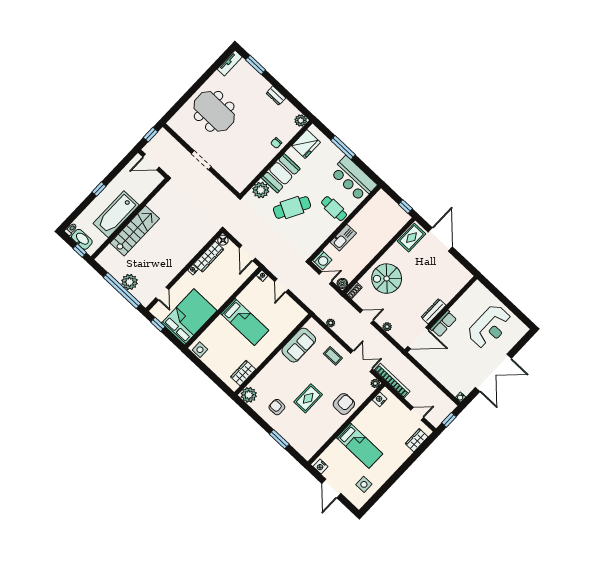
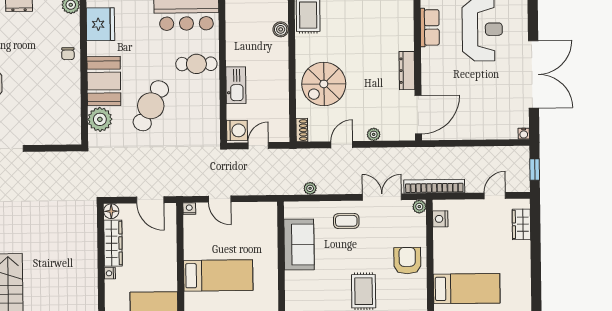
boiler: (342, 283) -> (281, 29), moved
row of seats: (443, 324) -> (430, 27), moved

